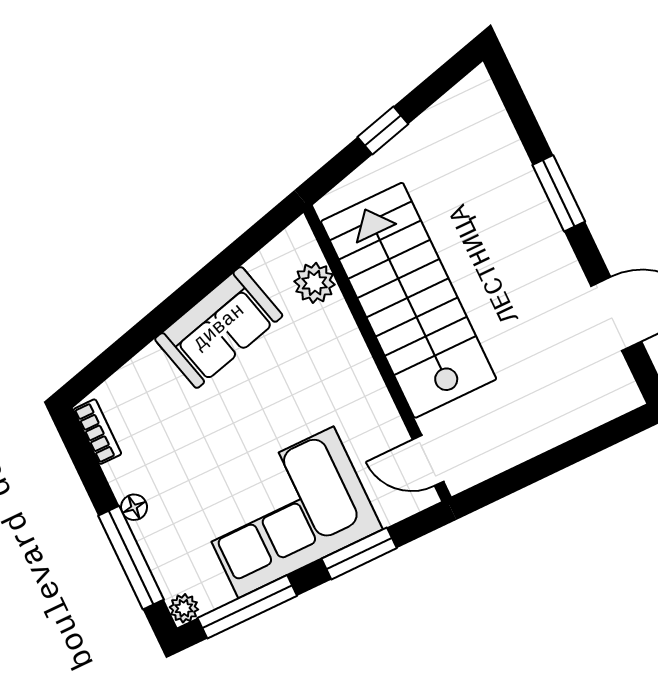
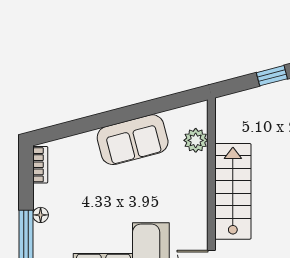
stairs: (409, 300) -> (233, 191), width x0.73, depth x0.66

